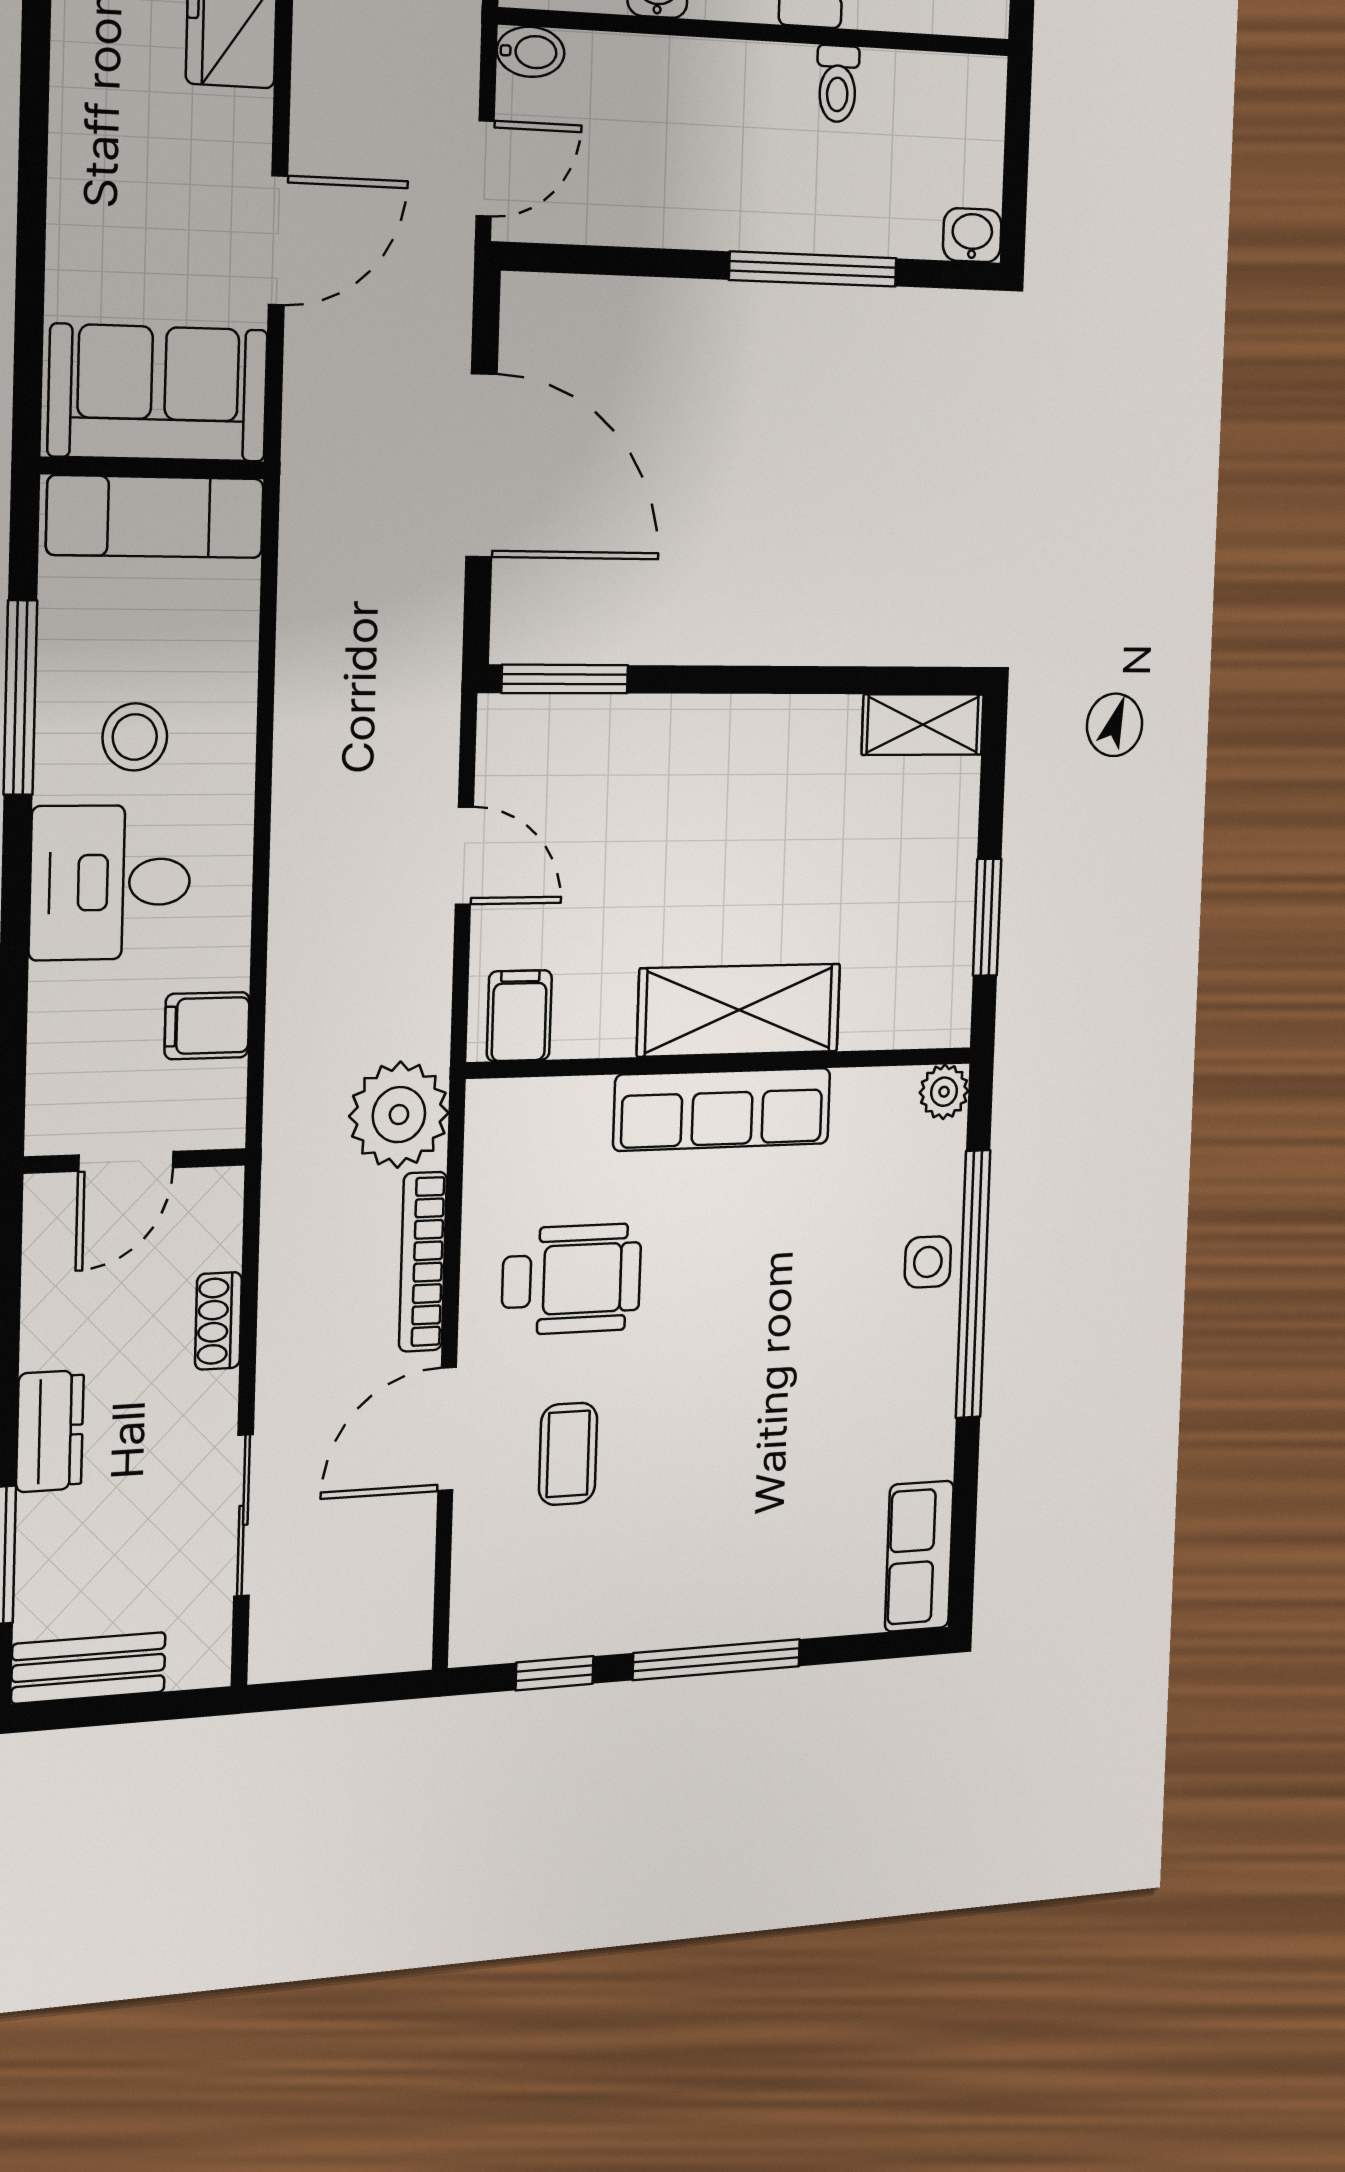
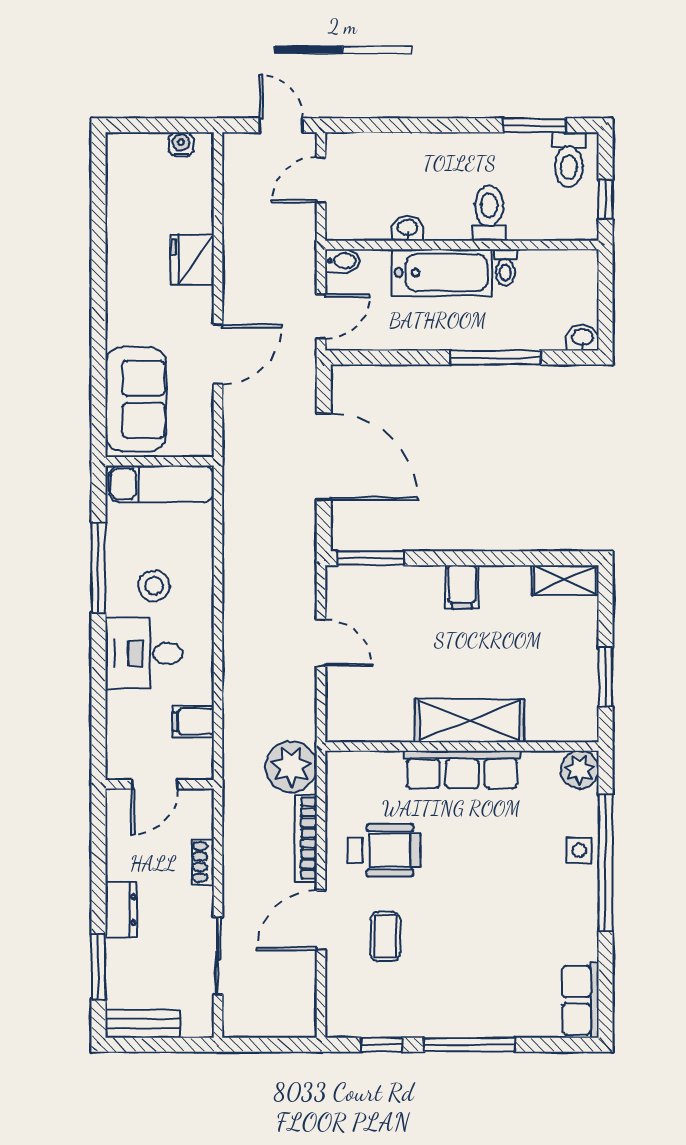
bathtub: (719, 88) -> (441, 273), added
sofa: (158, 393) -> (136, 399), moved, turned 90
filing cabinet: (519, 1016) -> (462, 587), moved, turned 180
plant: (944, 1092) -> (580, 770), width x1.38, depth x1.38

